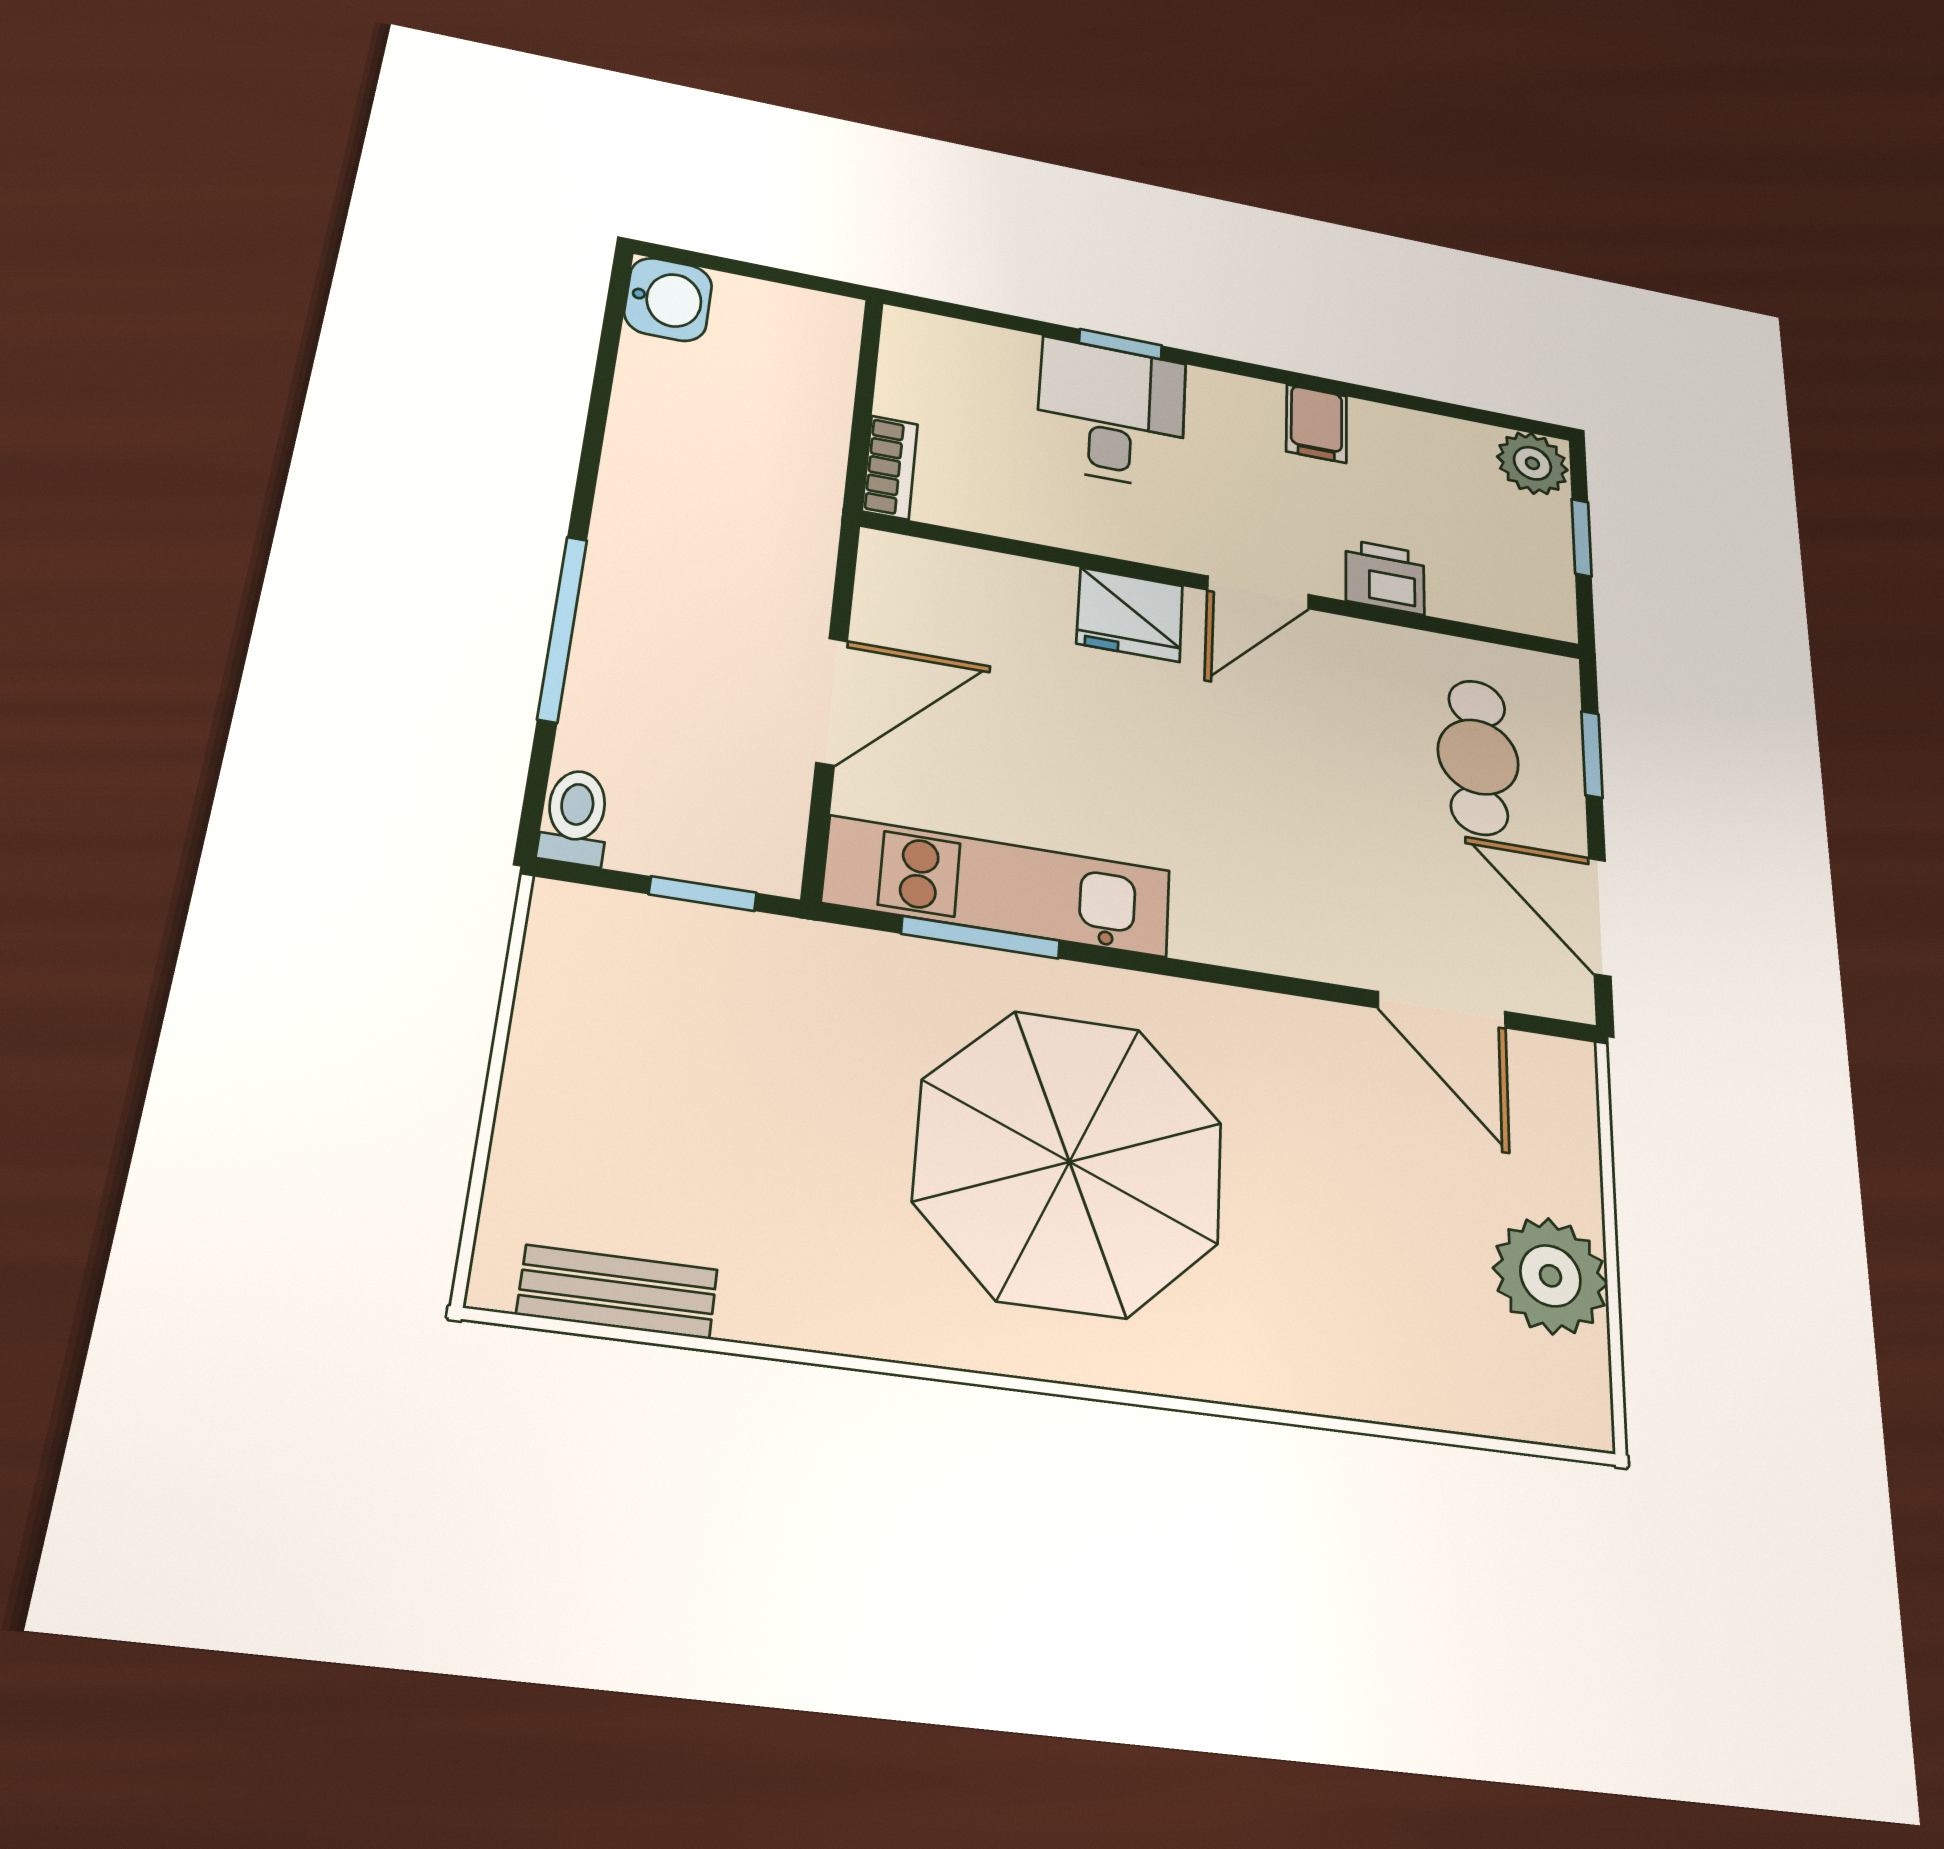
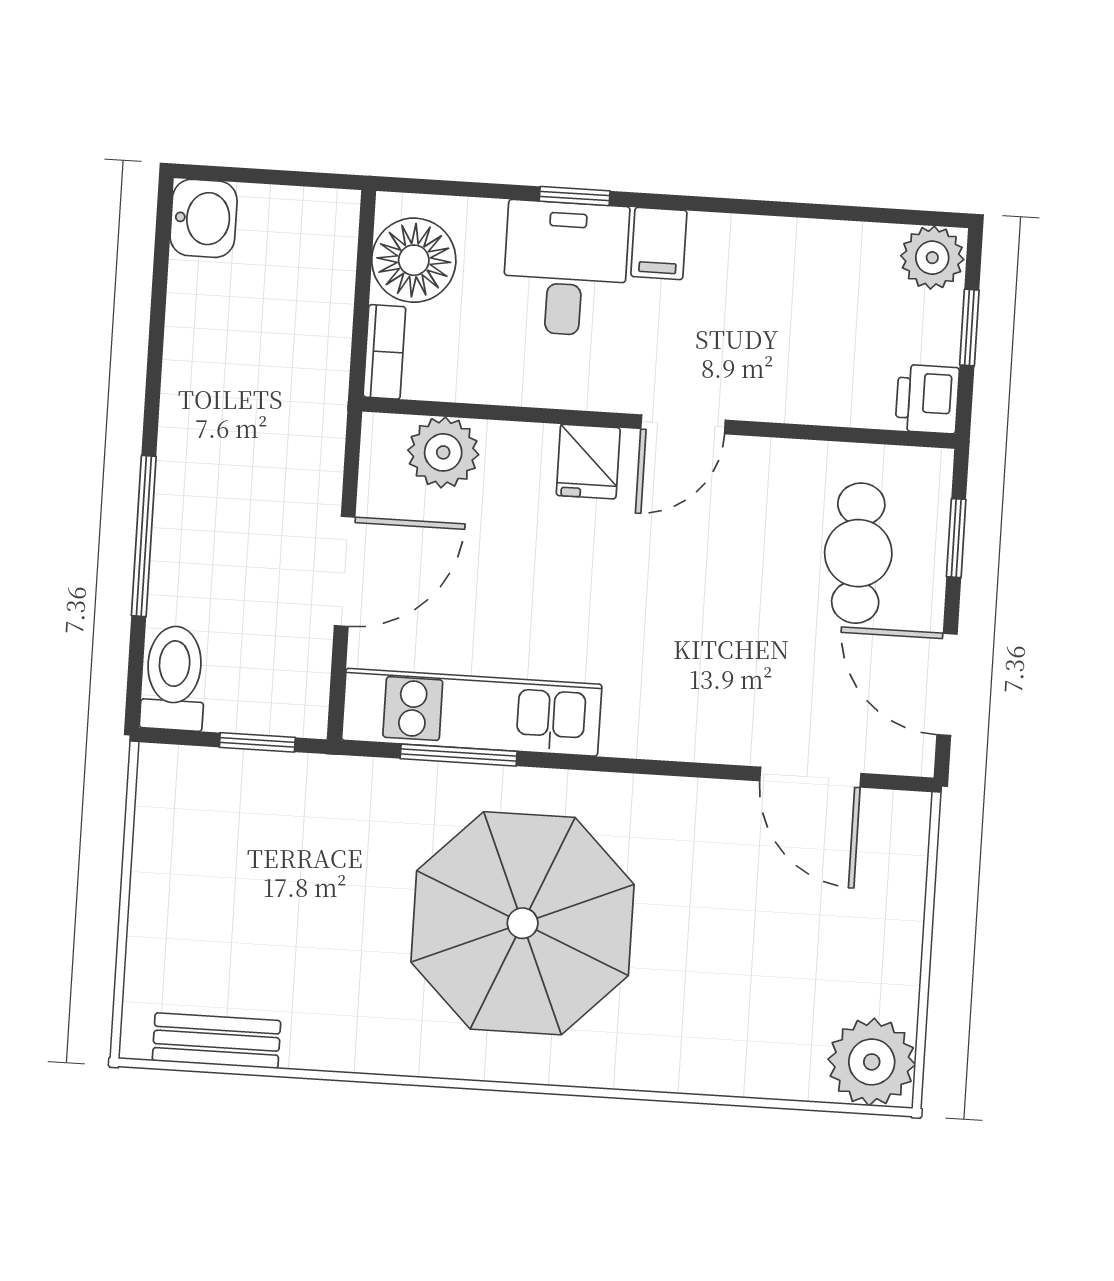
floor lamp: (928, 379) -> (414, 260), added
filing cabinet: (1316, 424) -> (659, 243), moved
printer: (1385, 577) -> (927, 399), moved, turned -90
plant: (963, 584) -> (443, 452), added
fridge: (1130, 615) -> (588, 462), width x0.72
toilet: (575, 817) -> (174, 678), width x1.37, depth x1.39
plant: (1550, 1276) -> (872, 1062), moved

